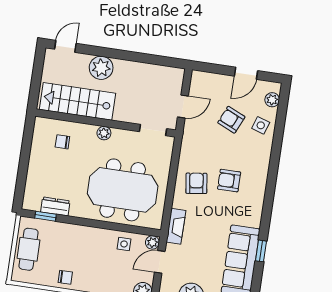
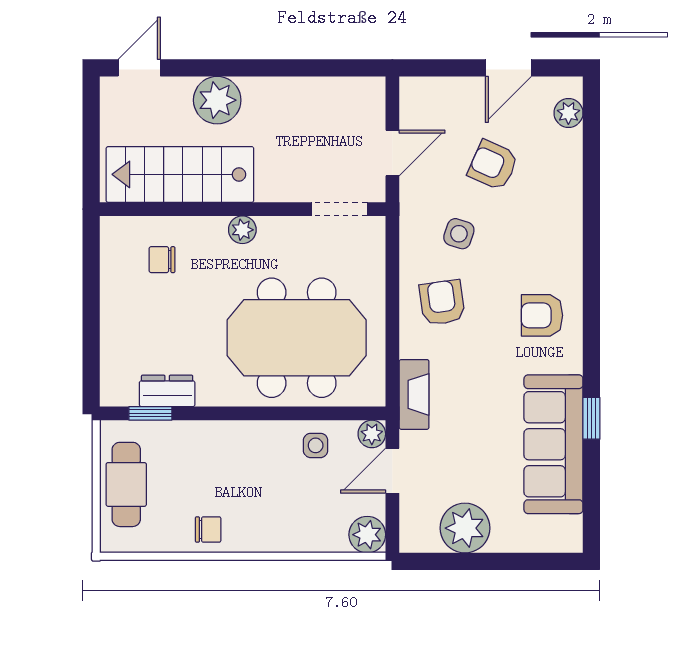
side table: (261, 125) -> (459, 234), moved
armchair: (229, 181) -> (542, 315), moved

